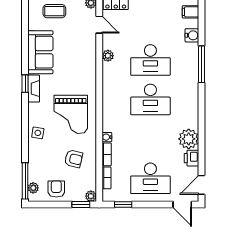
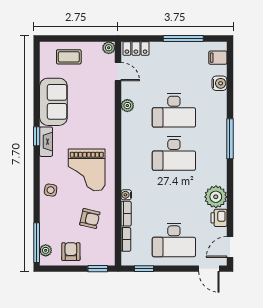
window: (202, 64) -> (230, 139), moved
plant: (91, 196) -> (109, 259), removed

